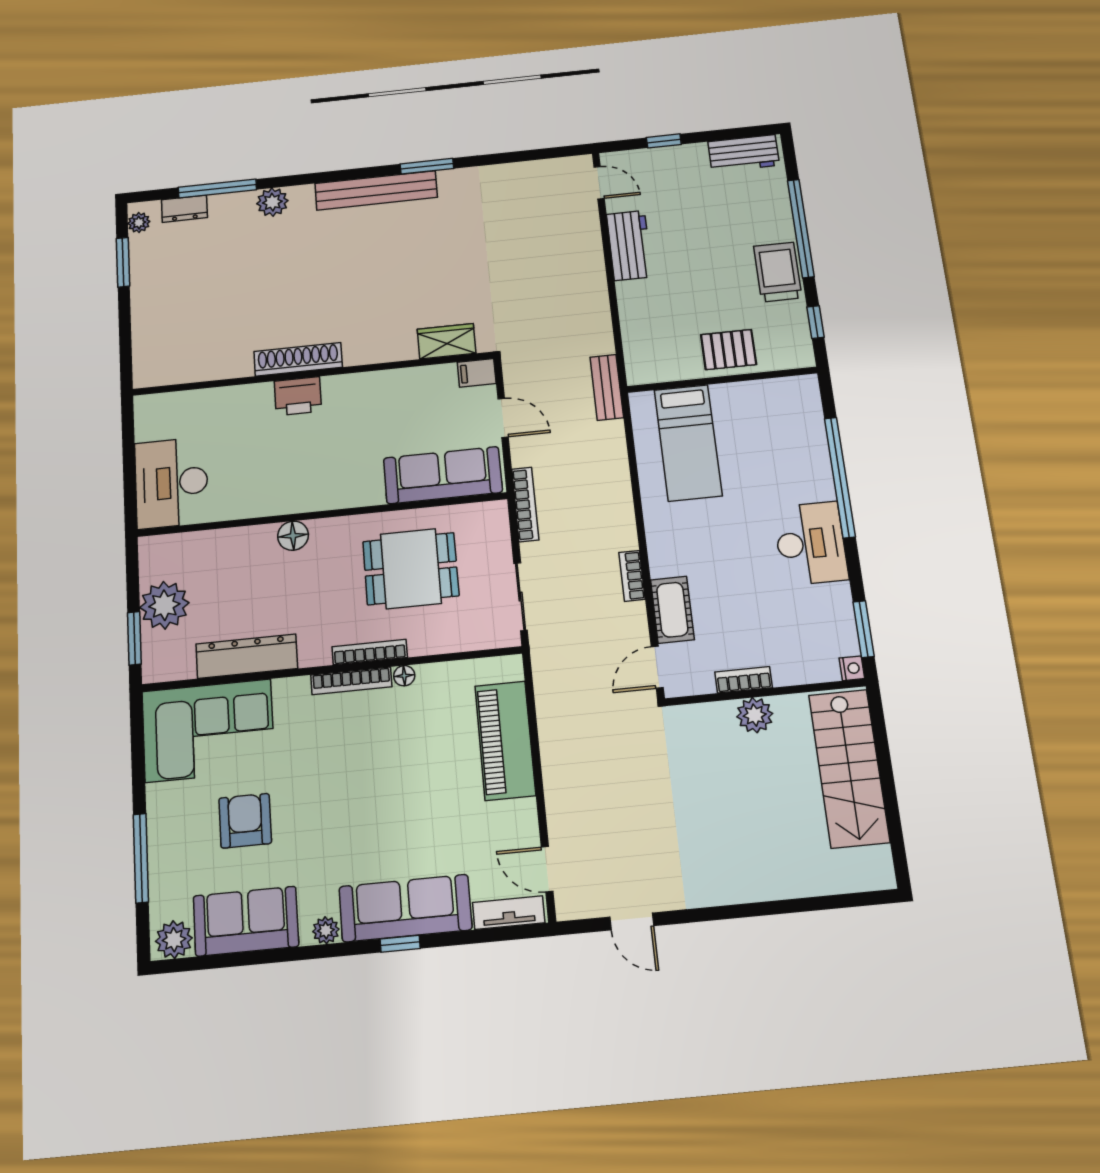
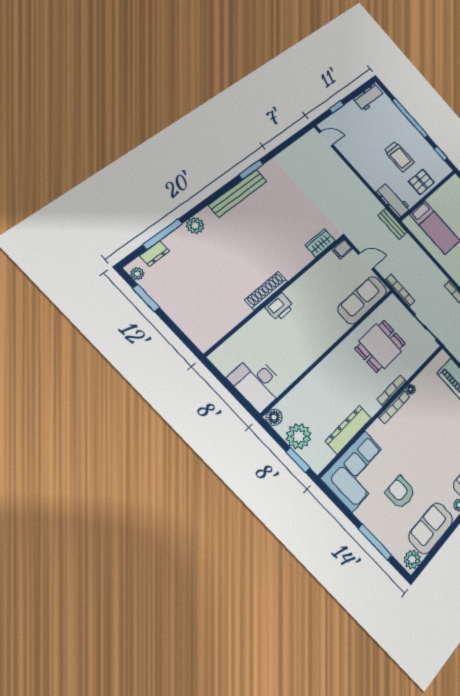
workbench: (629, 245) -> (393, 200), moved
trolley: (778, 272) -> (399, 157), moved, turned 180
floor lamp: (293, 536) -> (274, 417), moved

